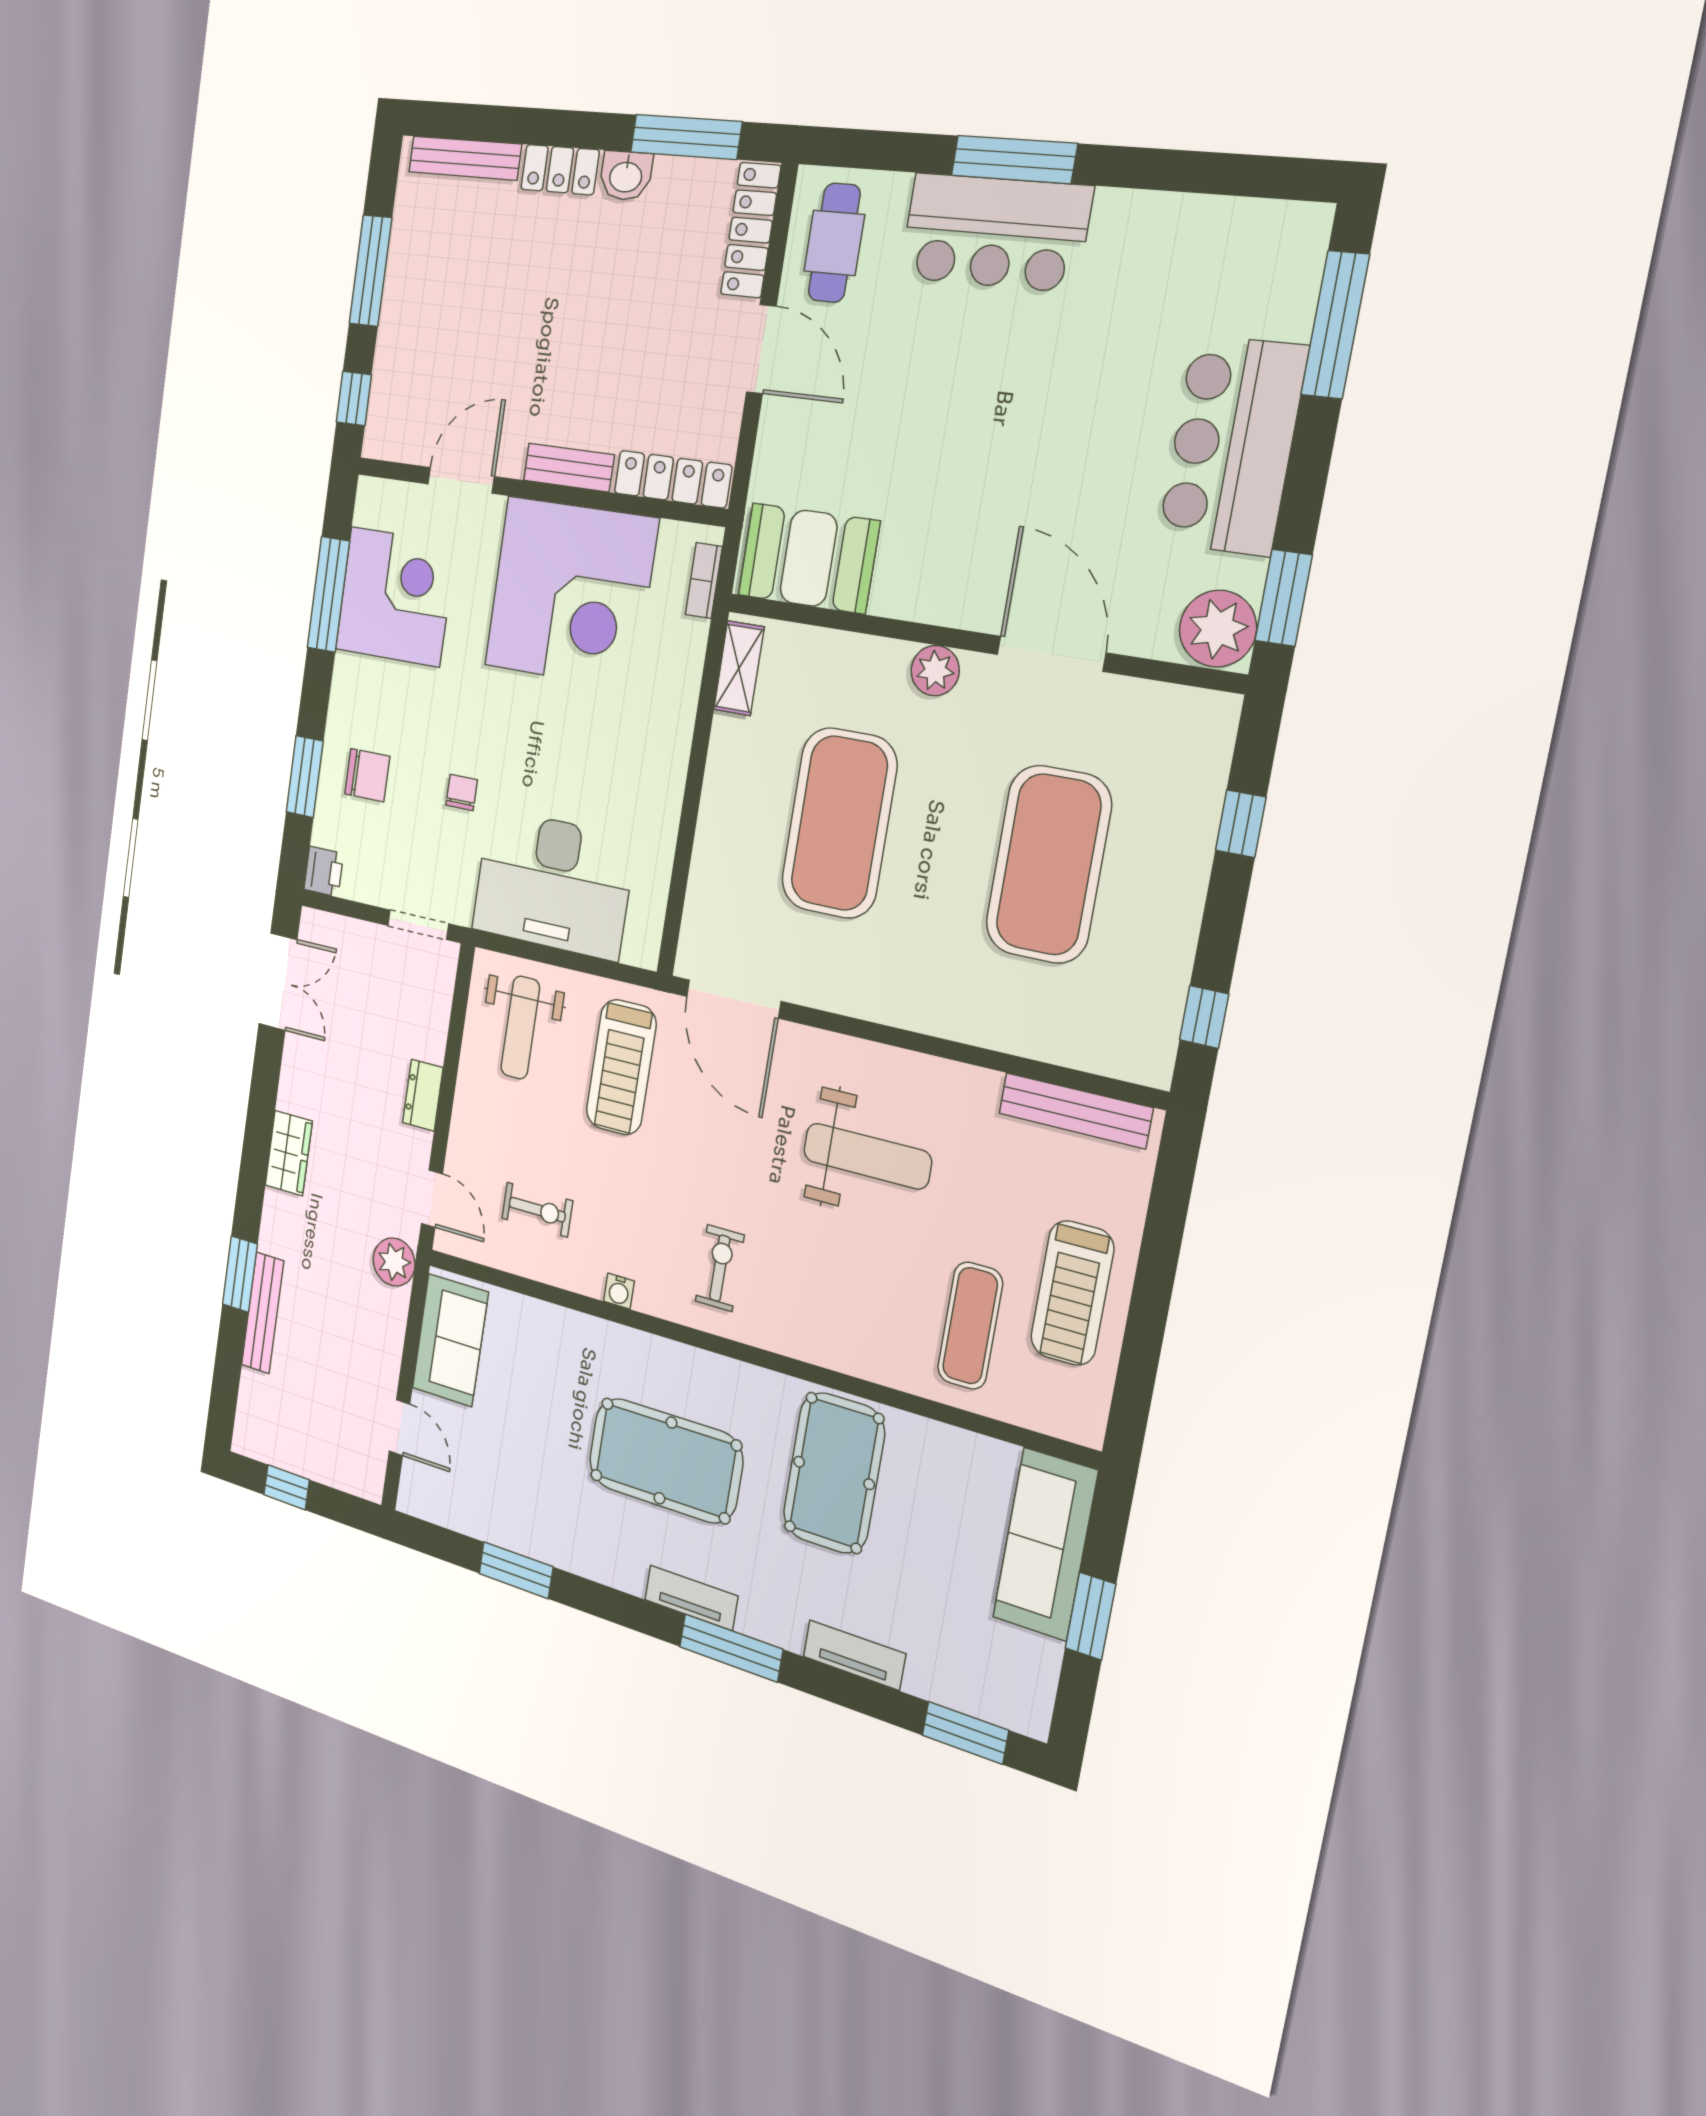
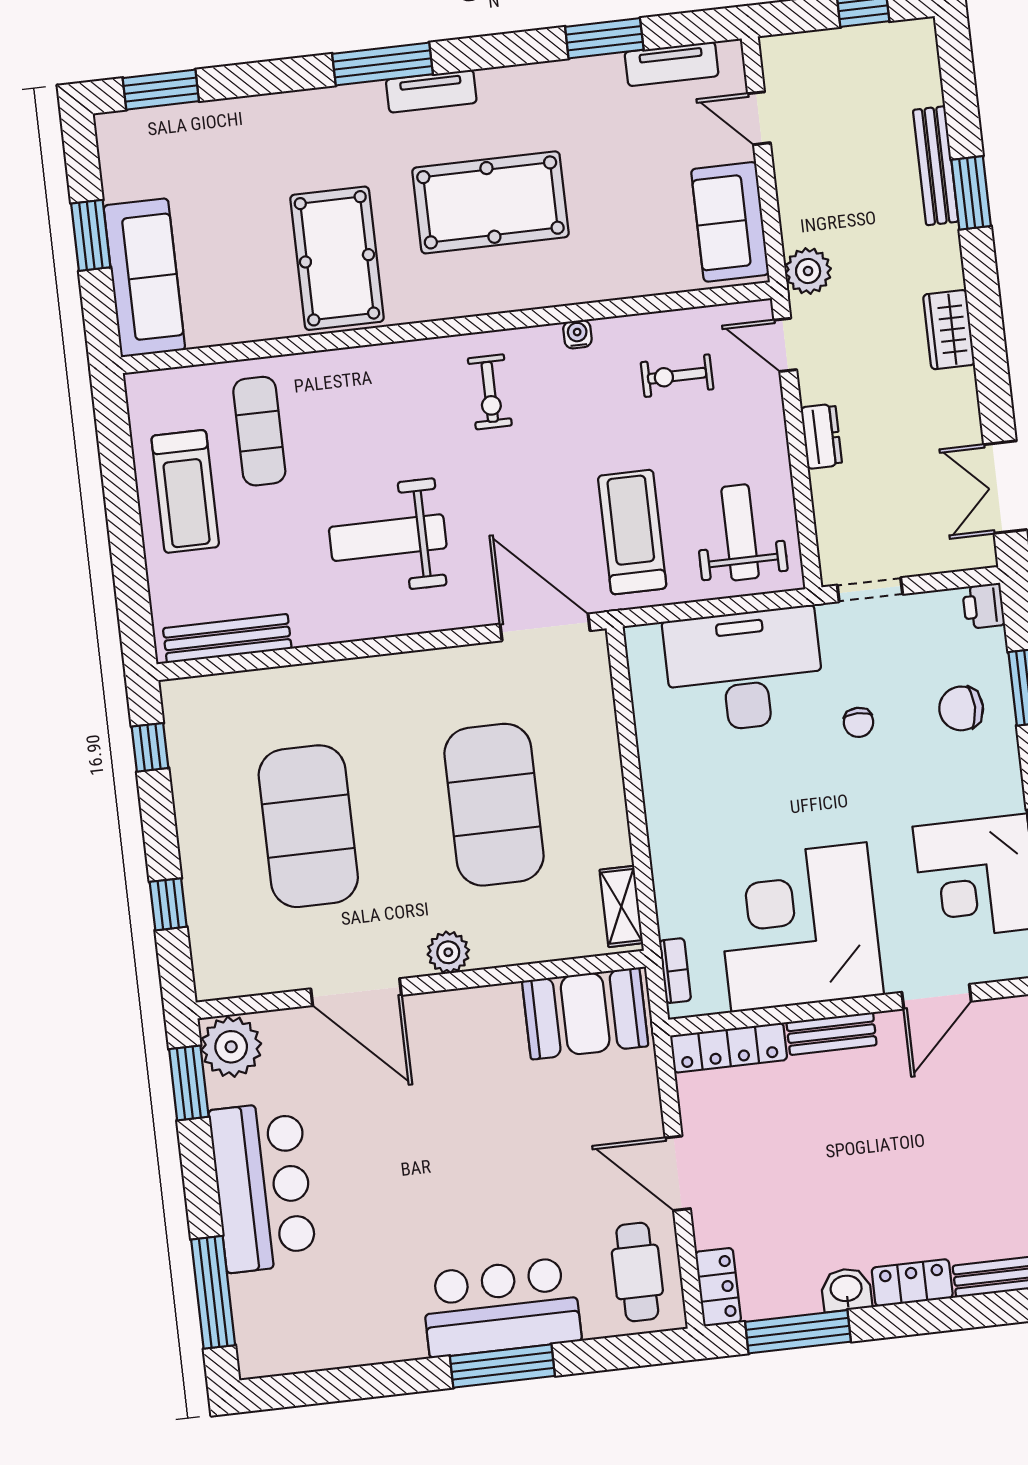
locker: (751, 230) -> (718, 1287), width x0.66
treadmill: (1072, 1293) -> (185, 491), turned 180
tv unit: (854, 1655) -> (672, 64), moved

